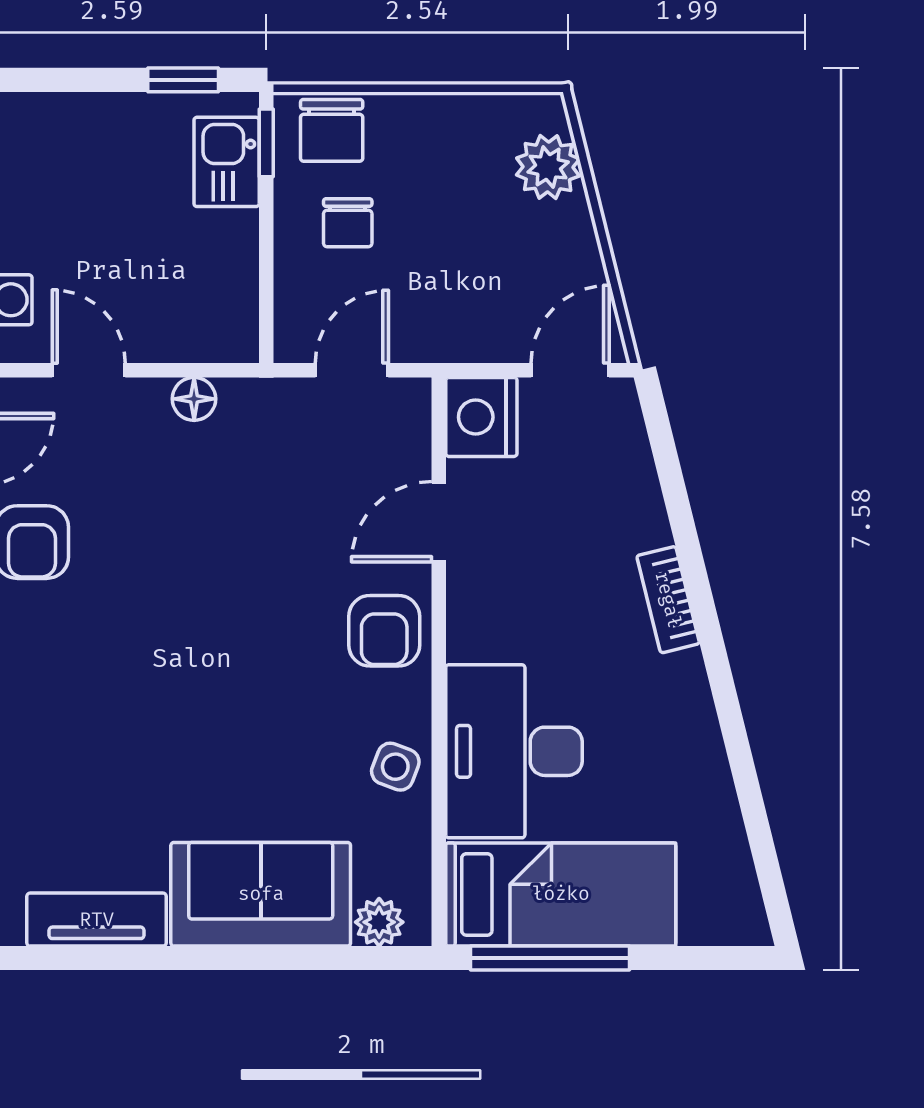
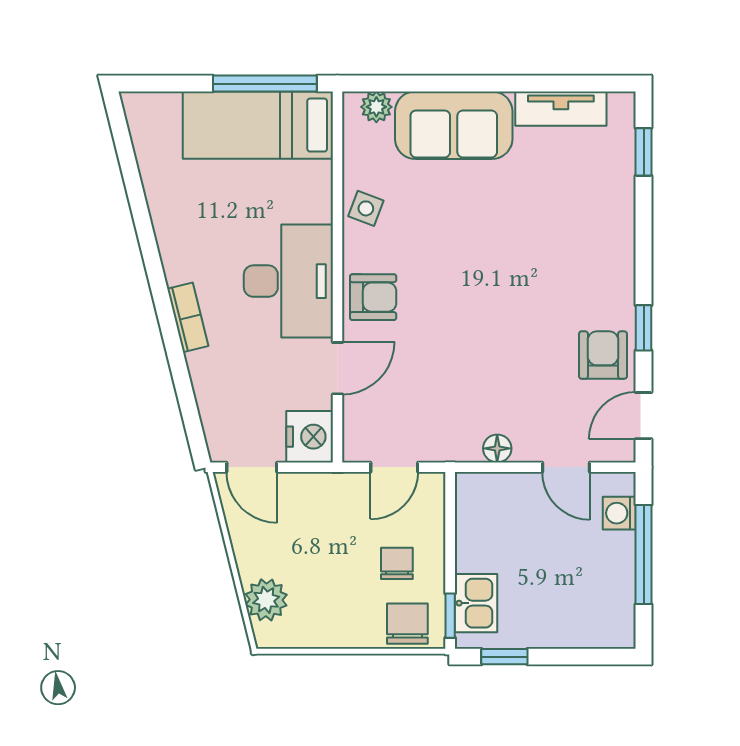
door: (570, 370) -> (252, 467), hinge flipped
armchair: (384, 631) -> (373, 297), turned 90
desk: (514, 751) -> (288, 281), moved

